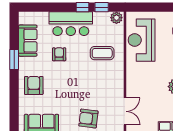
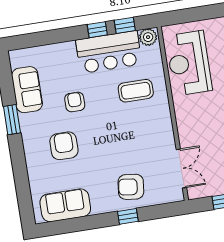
bar counter: (71, 24) -> (109, 52), moved
armchair: (34, 85) -> (64, 146), moved

